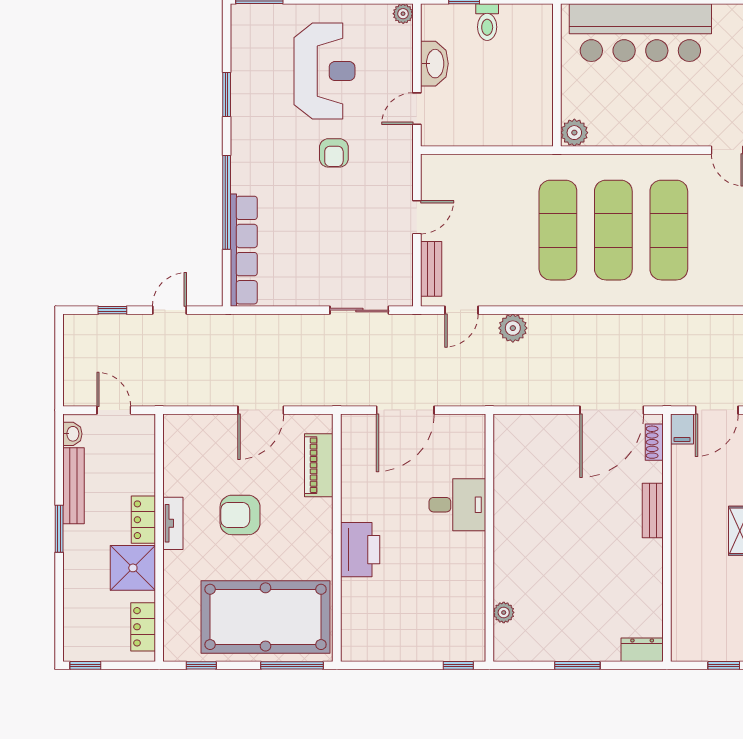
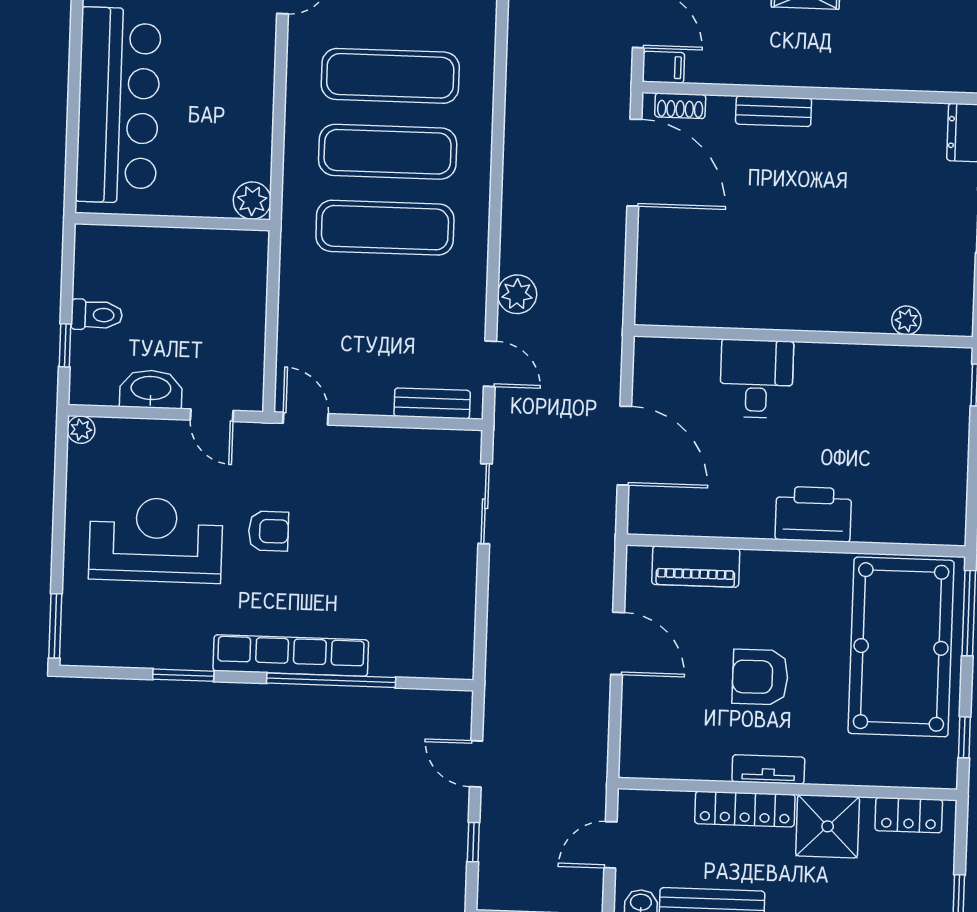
door: (417, 217) -> (306, 419), moved
row of seats: (244, 250) -> (291, 655), moved
armchair: (240, 515) -> (760, 677), turned 90
locker: (143, 520) -> (745, 809), width x1.53

